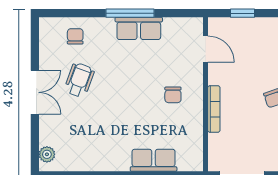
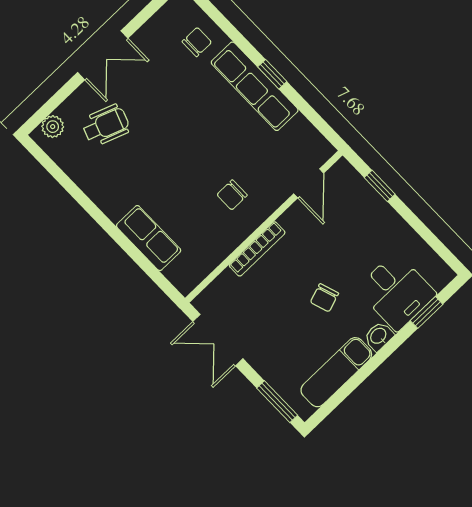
window: (130, 13) -> (272, 74), width x0.46
row of seats: (139, 28) -> (255, 86), width x1.48
wheelchair: (79, 80) -> (106, 125), moved

